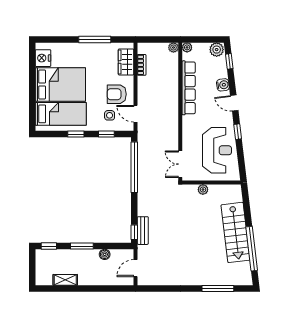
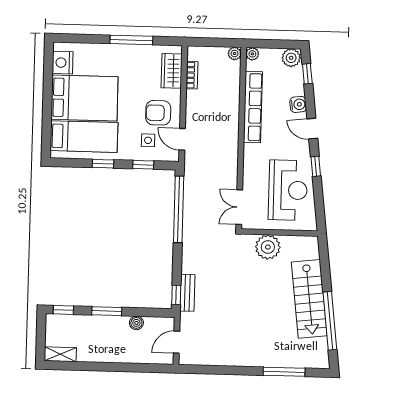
plant: (203, 190) -> (268, 247), width x1.88, depth x1.88
shelving: (65, 280) -> (60, 354), moved

